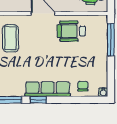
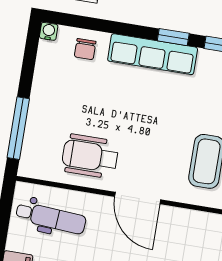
wheelchair: (71, 31) -> (90, 156), turned 180

